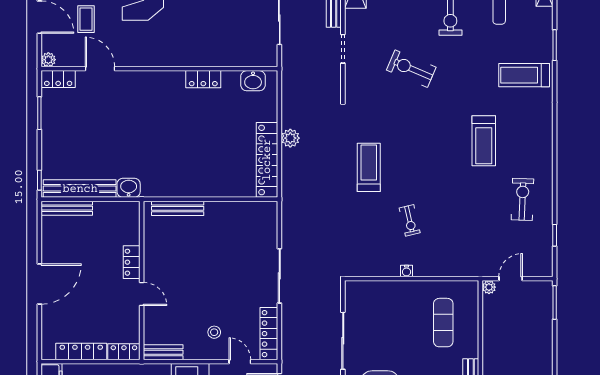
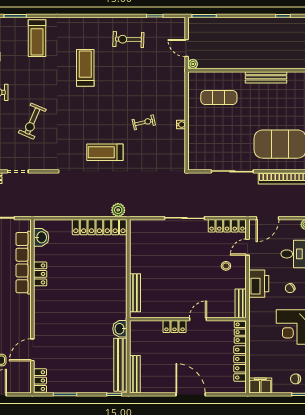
row of seats: (219, 57) -> (24, 263), added
plant: (48, 60) -> (26, 388), removed
plant: (290, 138) -> (118, 210), moved
treadmill: (484, 141) -> (85, 68), turned -90

